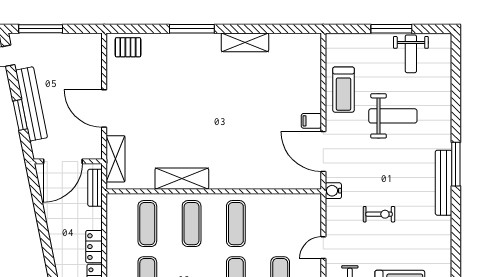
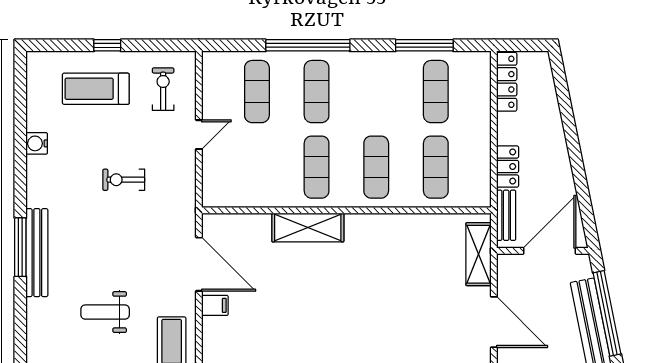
window: (20, 115) -> (607, 313), width x2.11
weight bench: (393, 116) -> (105, 312), width x0.73, depth x0.75
shelving: (182, 179) -> (308, 227), moved
bench: (444, 183) -> (37, 253), moved
water cooler: (333, 191) -> (37, 143), moved, turned 180
locker: (94, 247) -> (508, 166), moved

